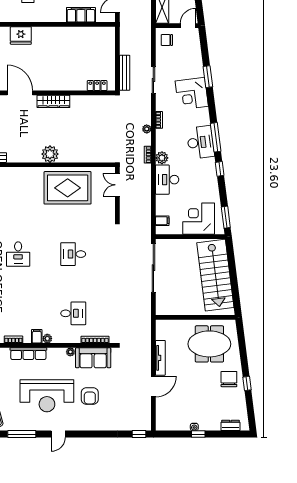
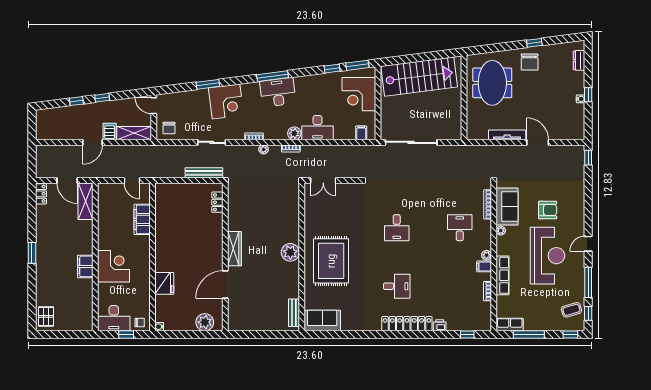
window: (220, 169) -> (332, 69), moved
rug: (68, 188) -> (331, 261), moved
chair: (229, 379) -> (530, 62), turned -90
door: (58, 434) -> (588, 244), swing flipped

